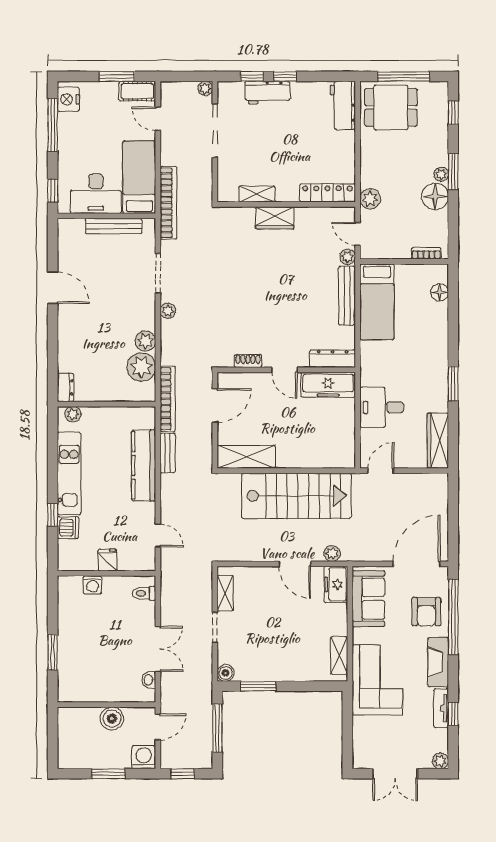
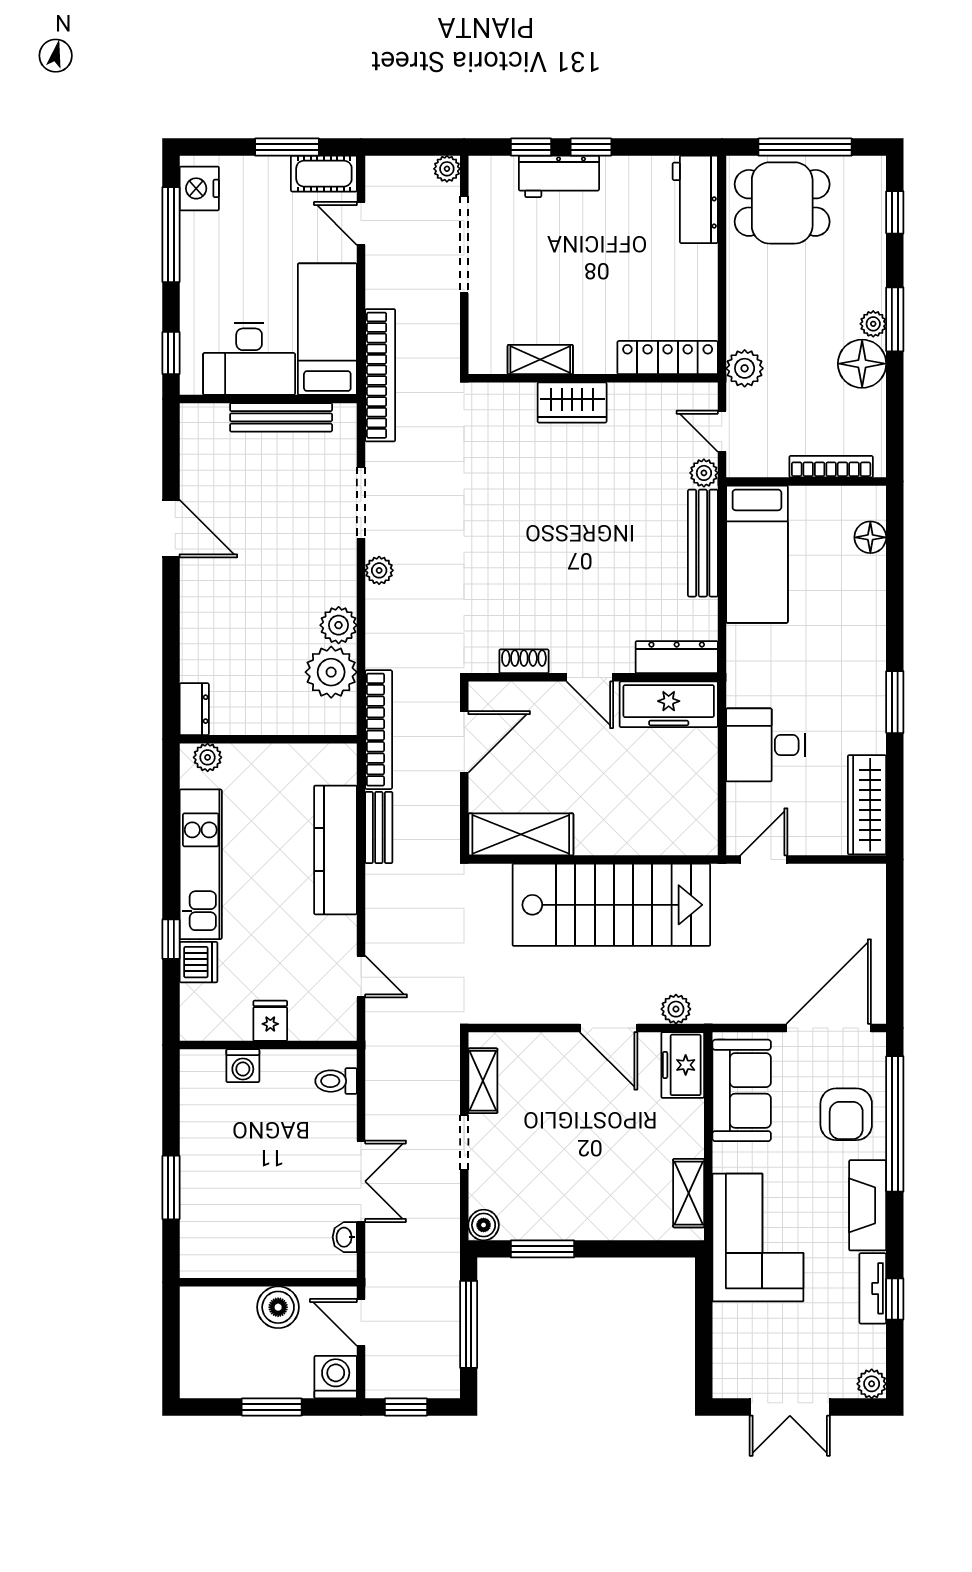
bookcase: (426, 253) -> (831, 467), width x1.56
door: (158, 727) -> (361, 1322), swing flipped

